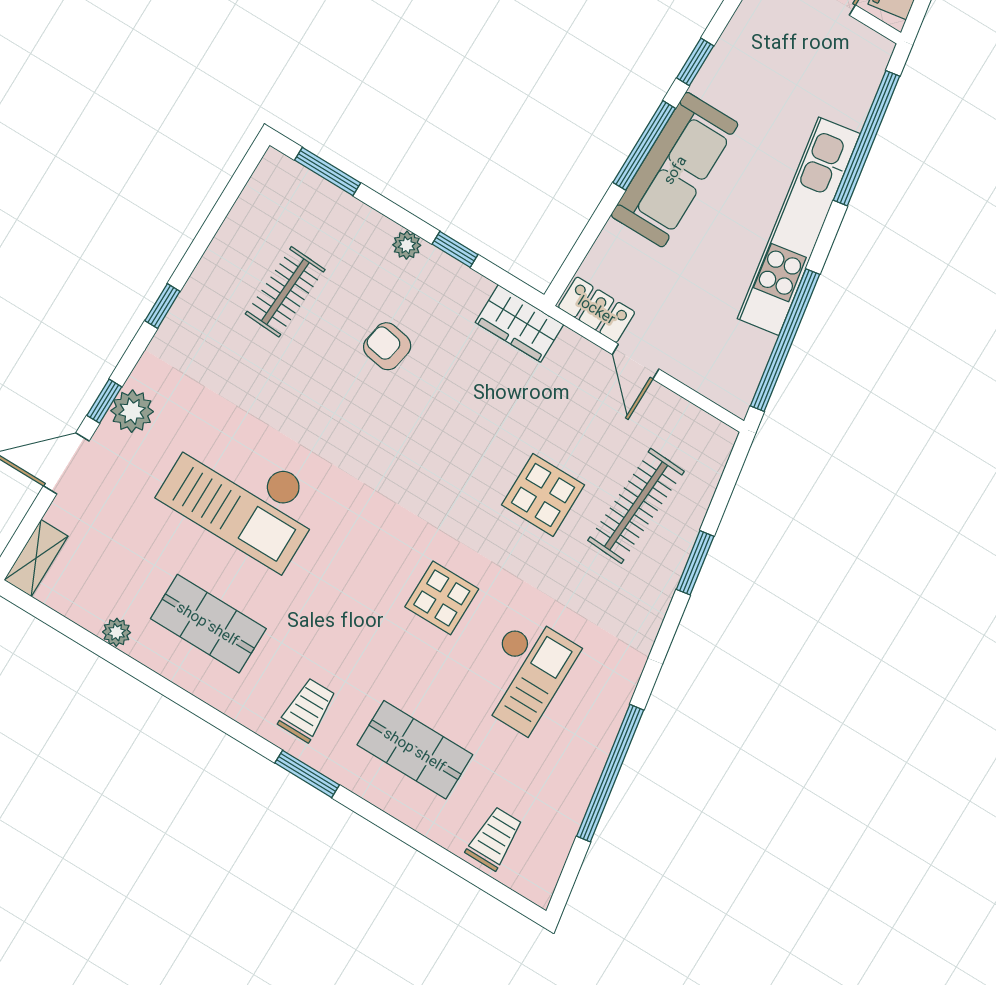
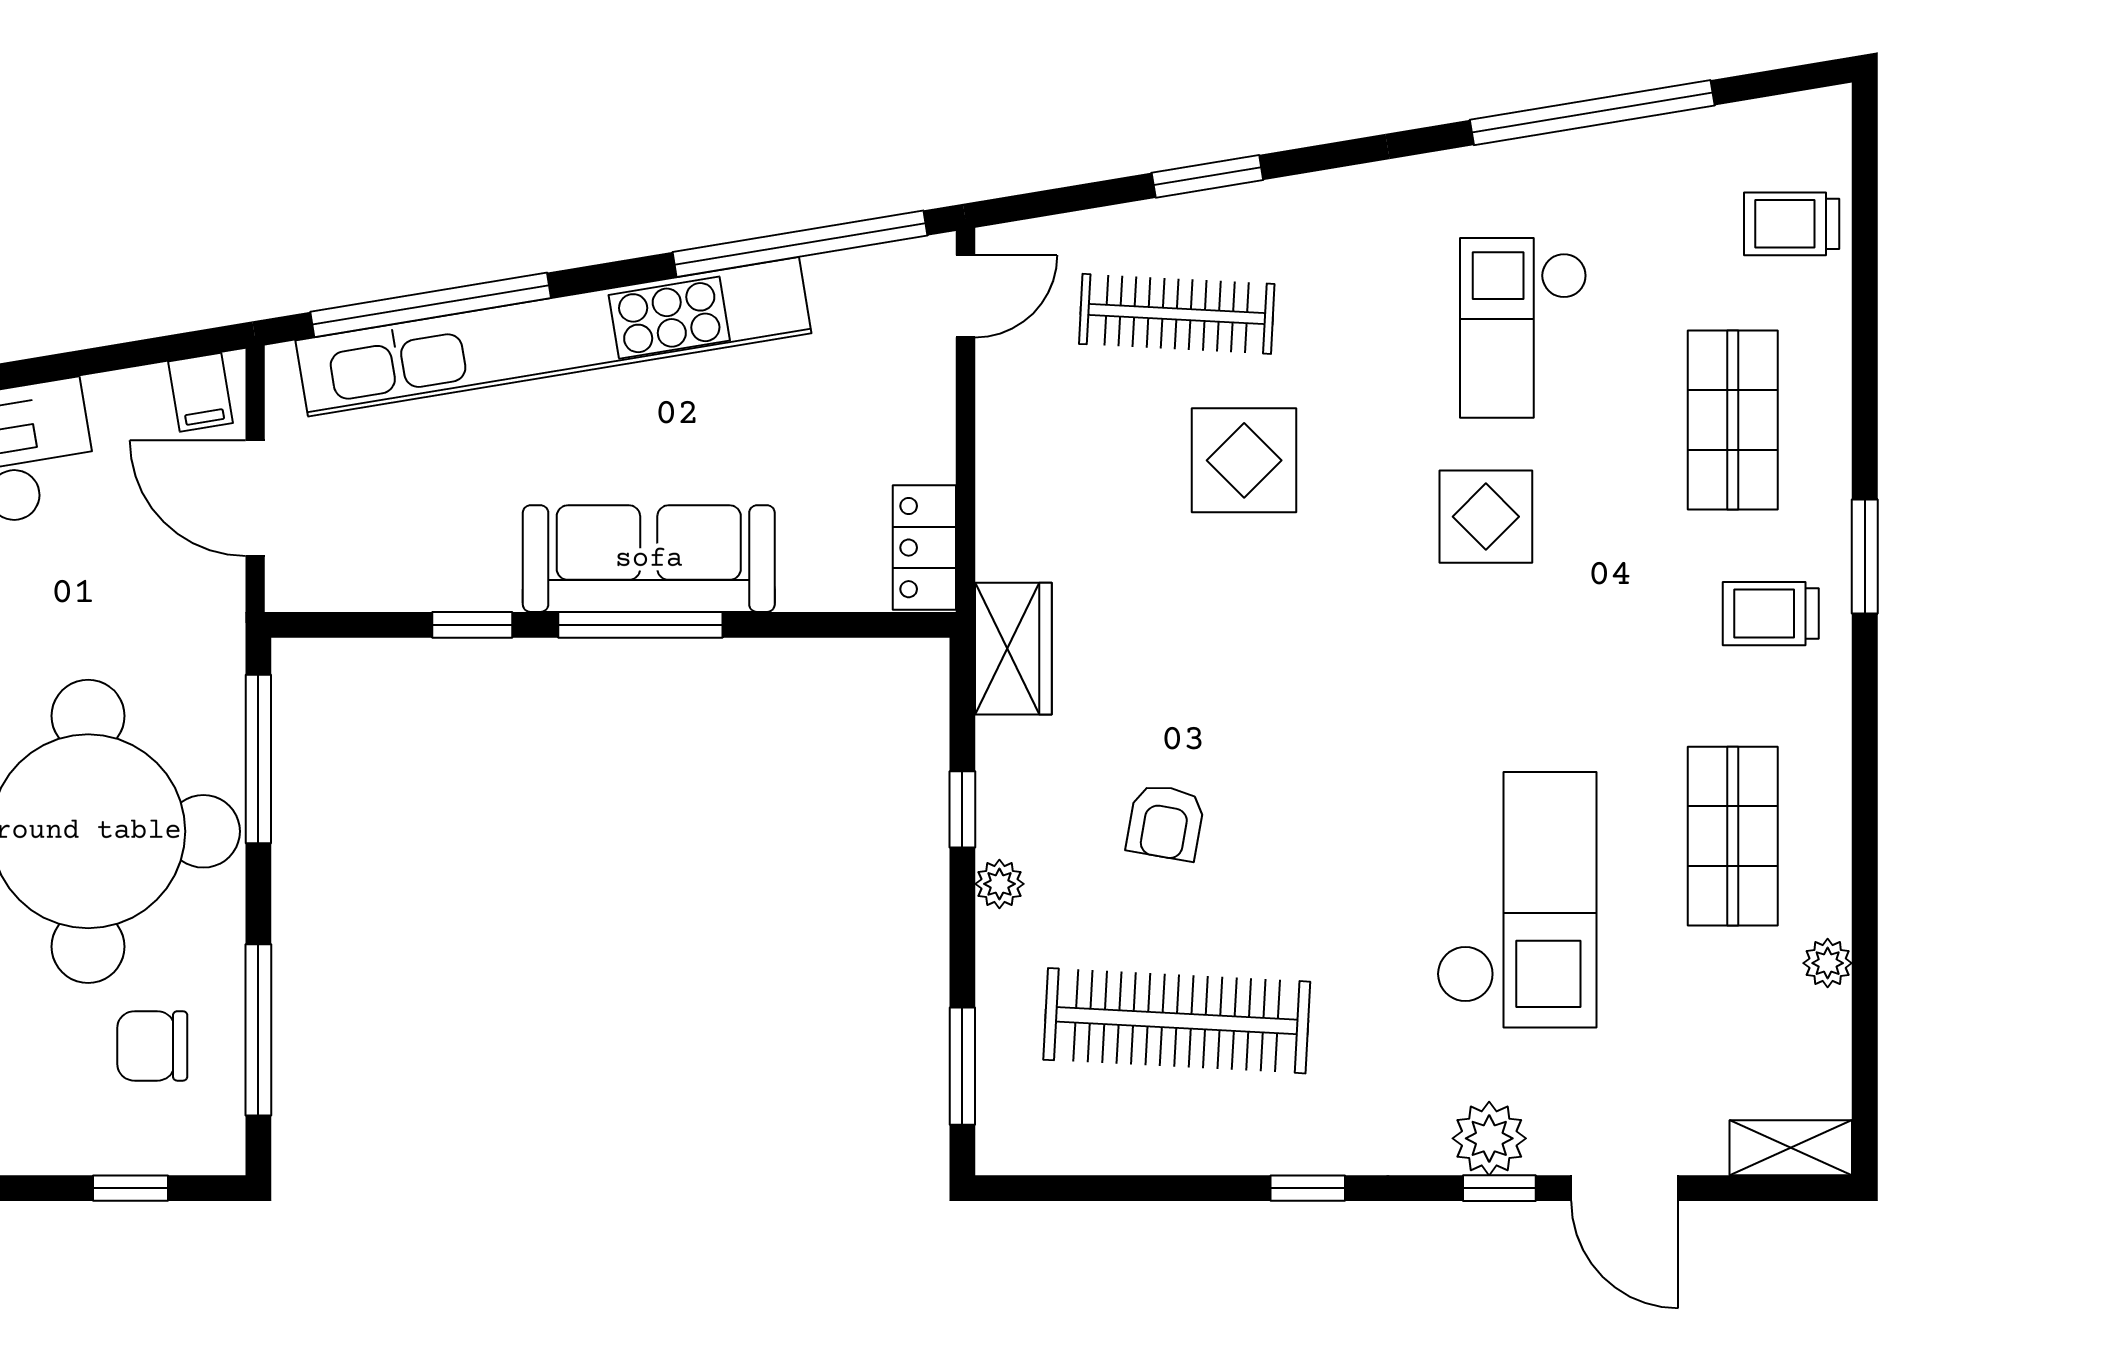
kitchen unit: (799, 226) -> (553, 337), width x1.36
clothes rail: (285, 292) -> (1177, 1021), width x1.86, depth x1.31
door: (636, 362) -> (966, 296), moved
checkout: (524, 674) -> (1523, 328), turned -90

